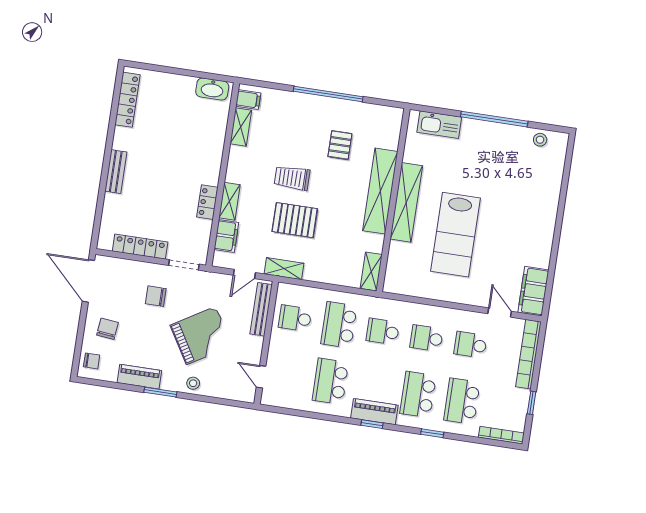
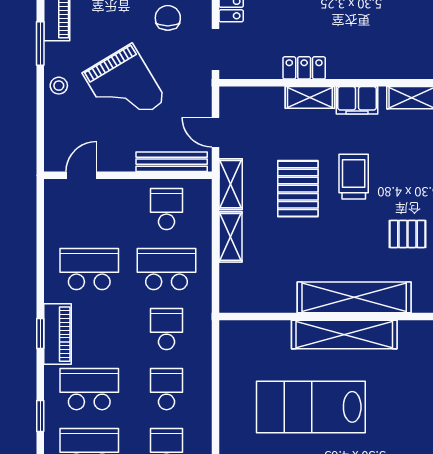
filing cabinet: (226, 236) -> (357, 100), moved
shelving: (371, 272) -> (231, 237), moved, turned 90

